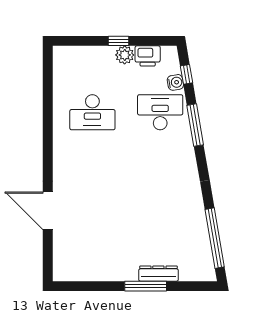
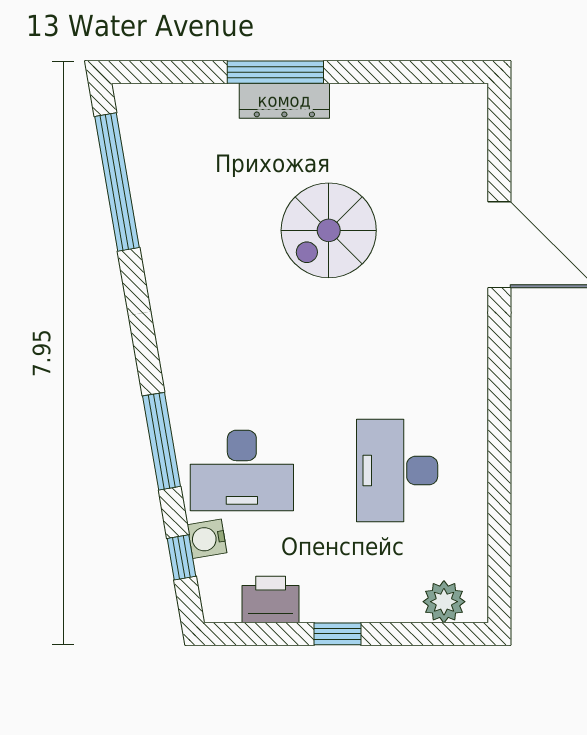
plant: (125, 55) -> (444, 602), moved
desk: (92, 112) -> (397, 471), turned -90
spiral stairs: (122, 217) -> (329, 230), added
dresser: (158, 274) -> (284, 101), moved

